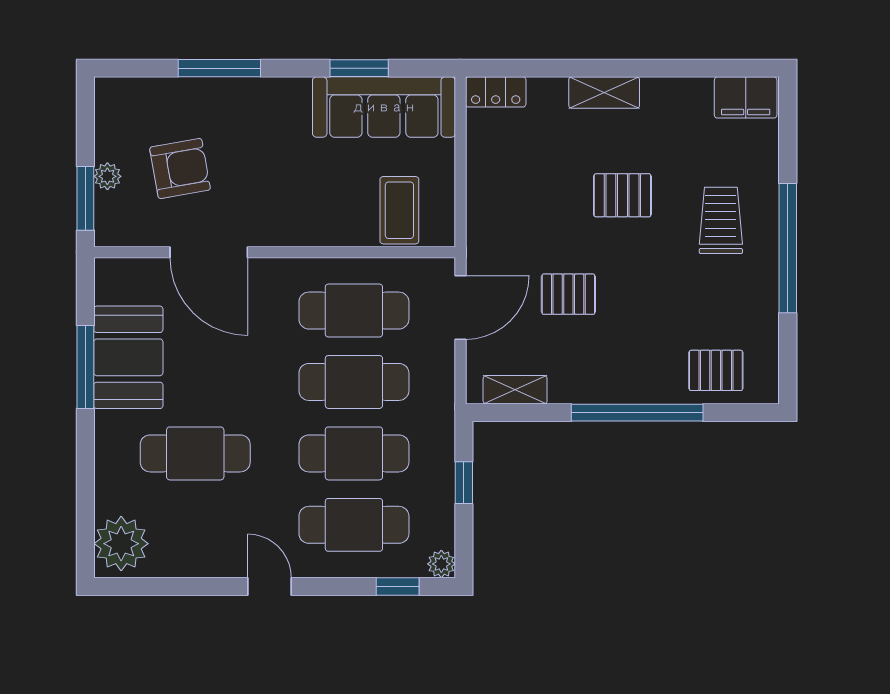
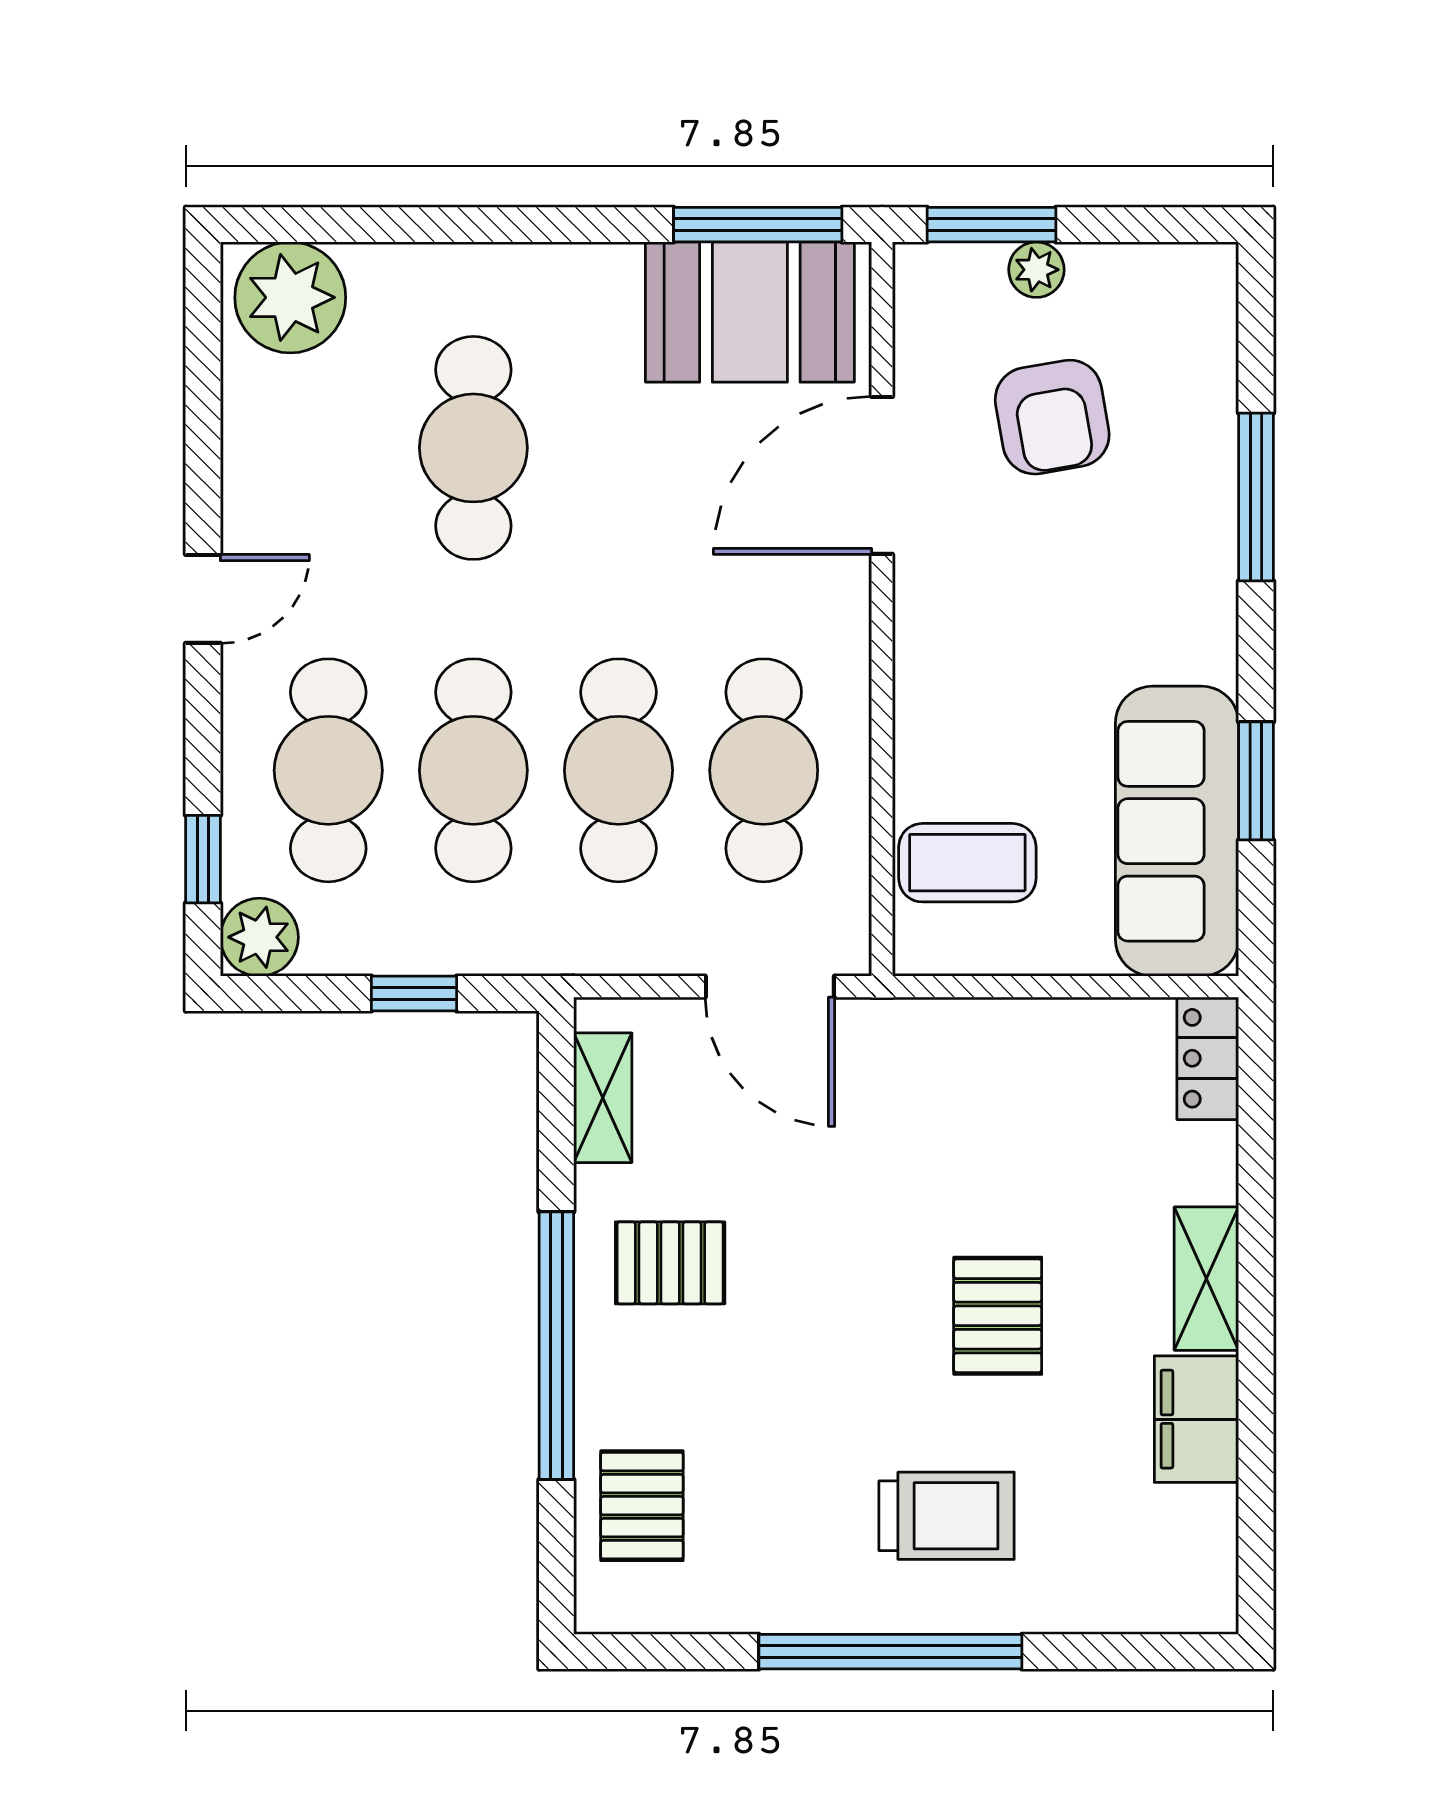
filing cabinet: (746, 97) -> (1196, 1419), moved
pallet: (568, 294) -> (670, 1263), moved, turned 90
booth: (128, 357) -> (750, 312), moved
window: (85, 367) -> (758, 225), moved
plant: (441, 564) -> (259, 937), width x1.38, depth x1.38

